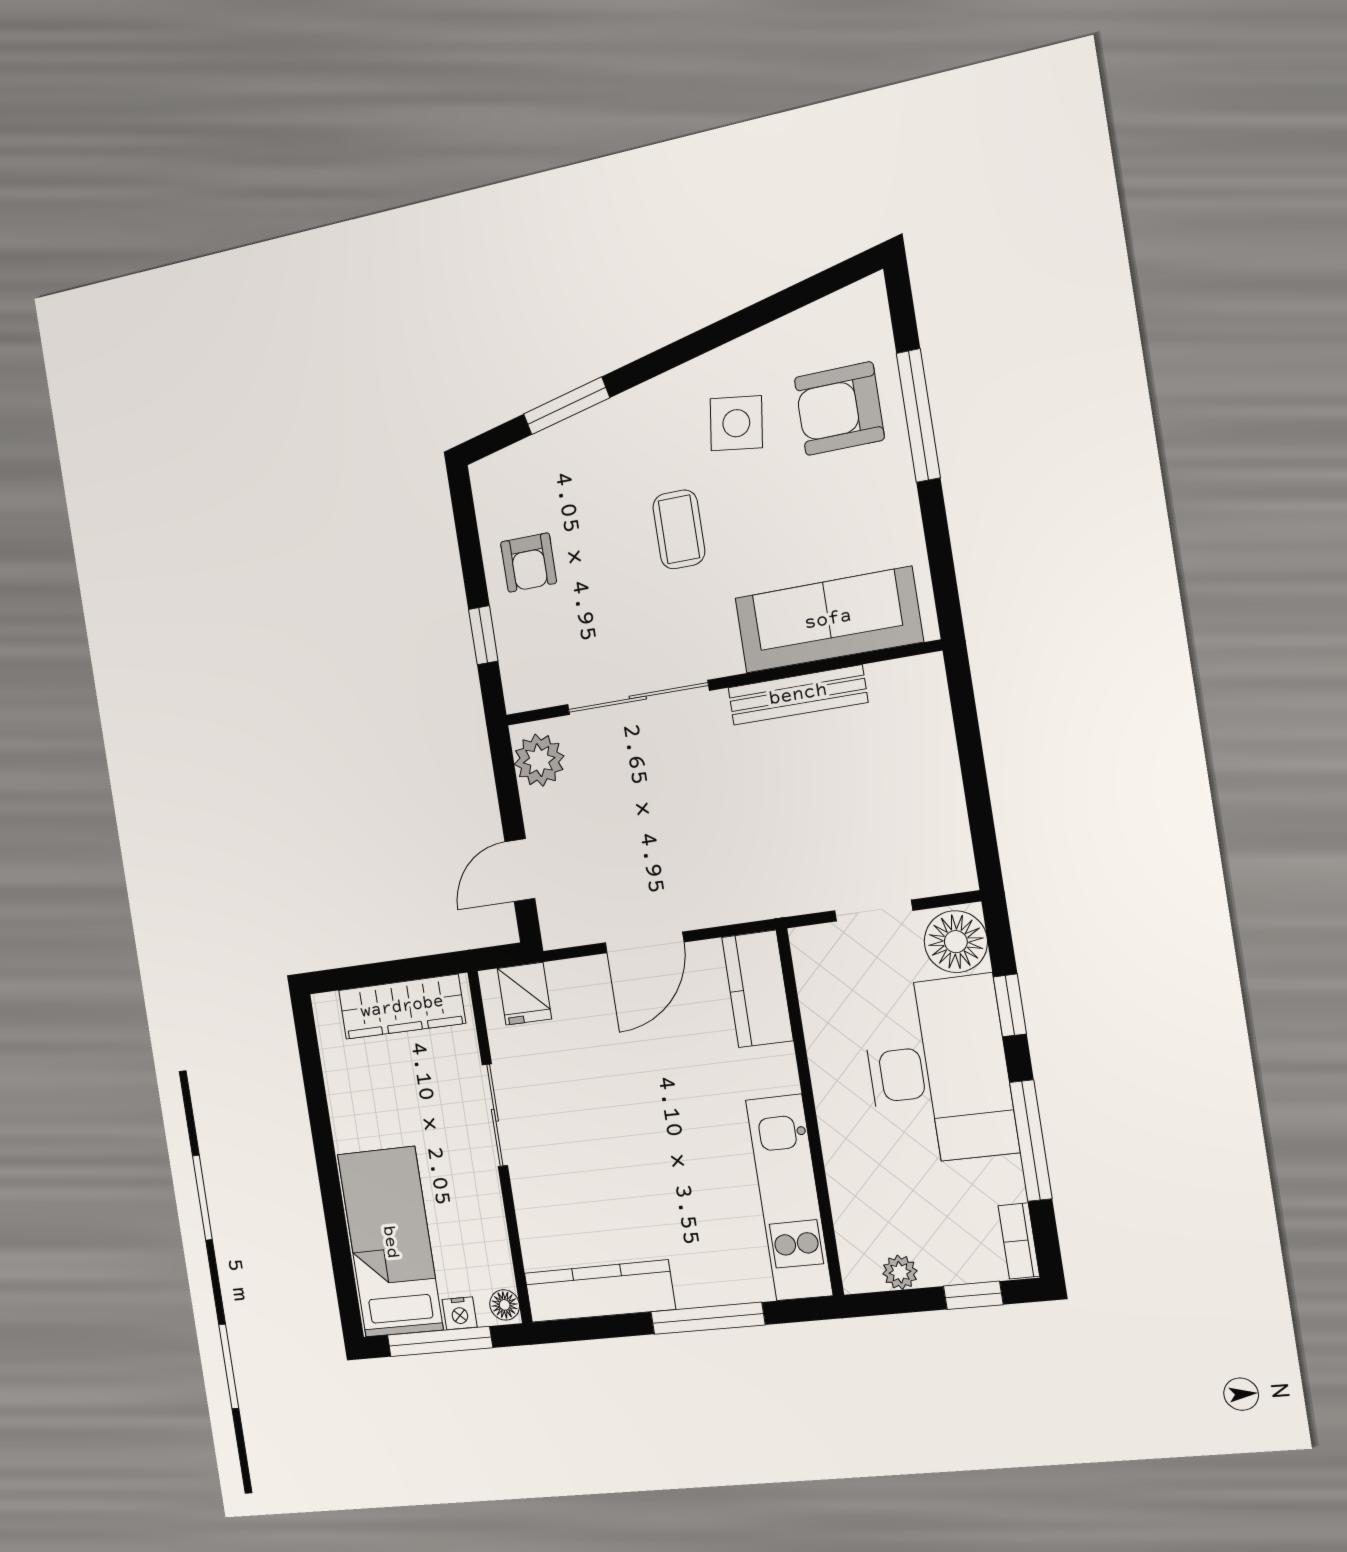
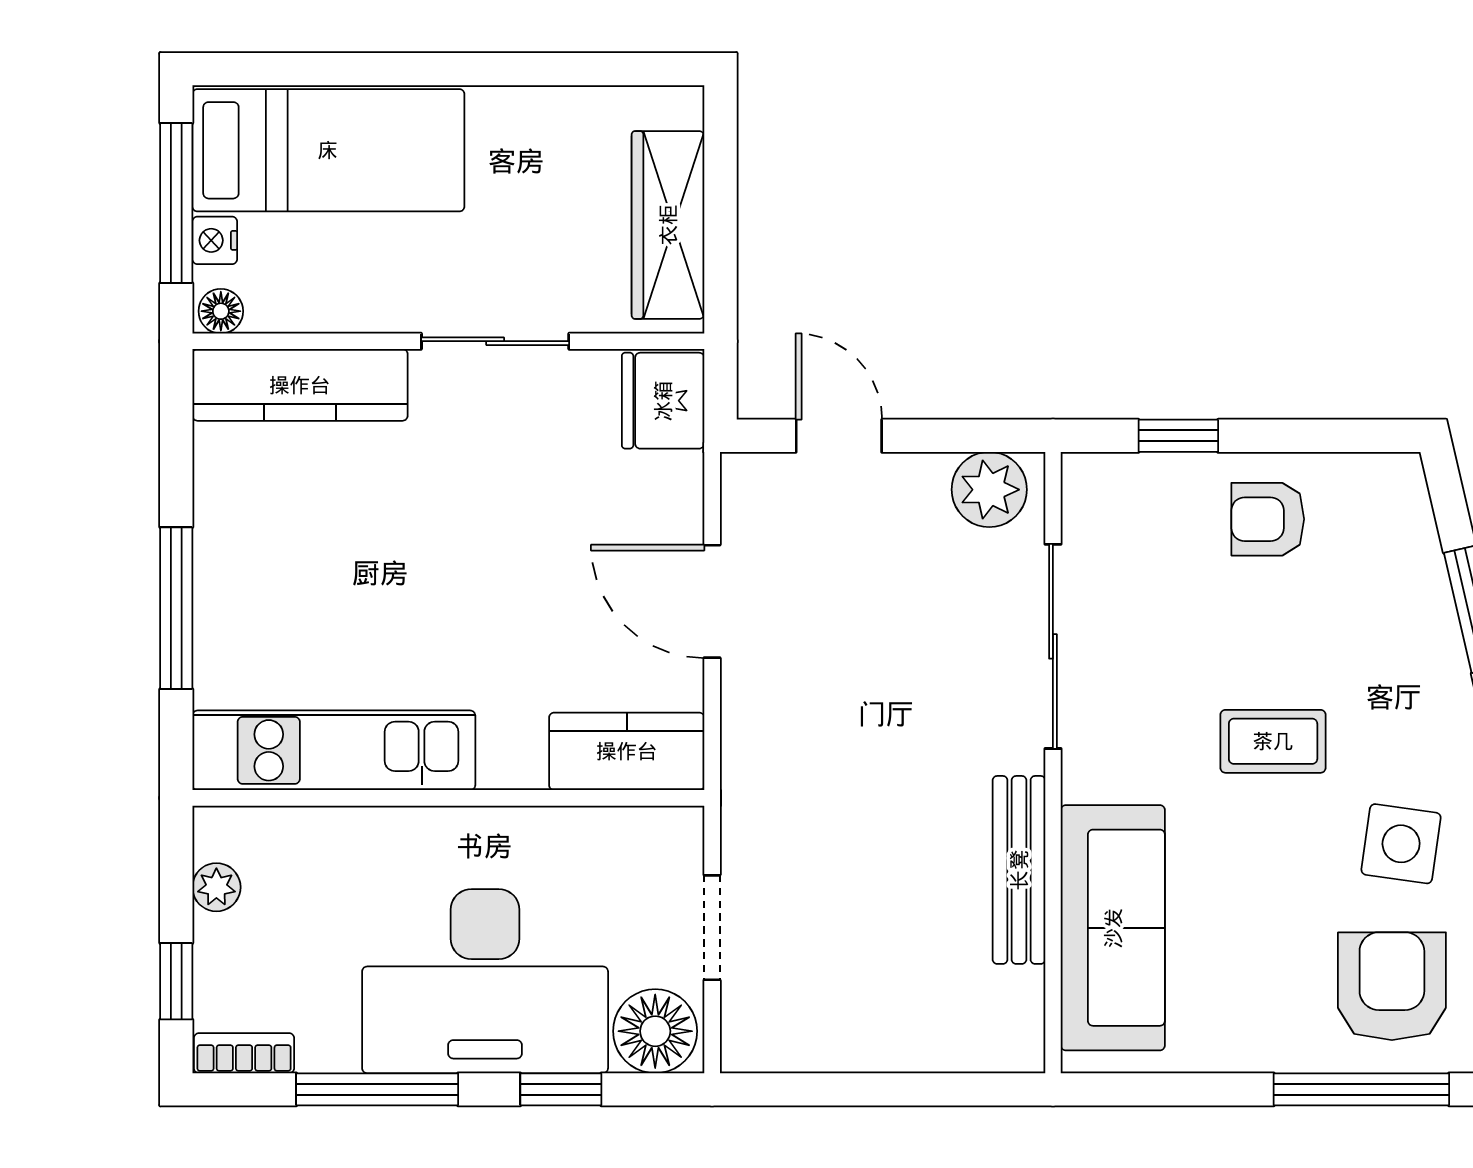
fridge: (524, 994) -> (663, 401), width x1.38
kitchen counter: (600, 1291) -> (300, 385), moved, turned 90

